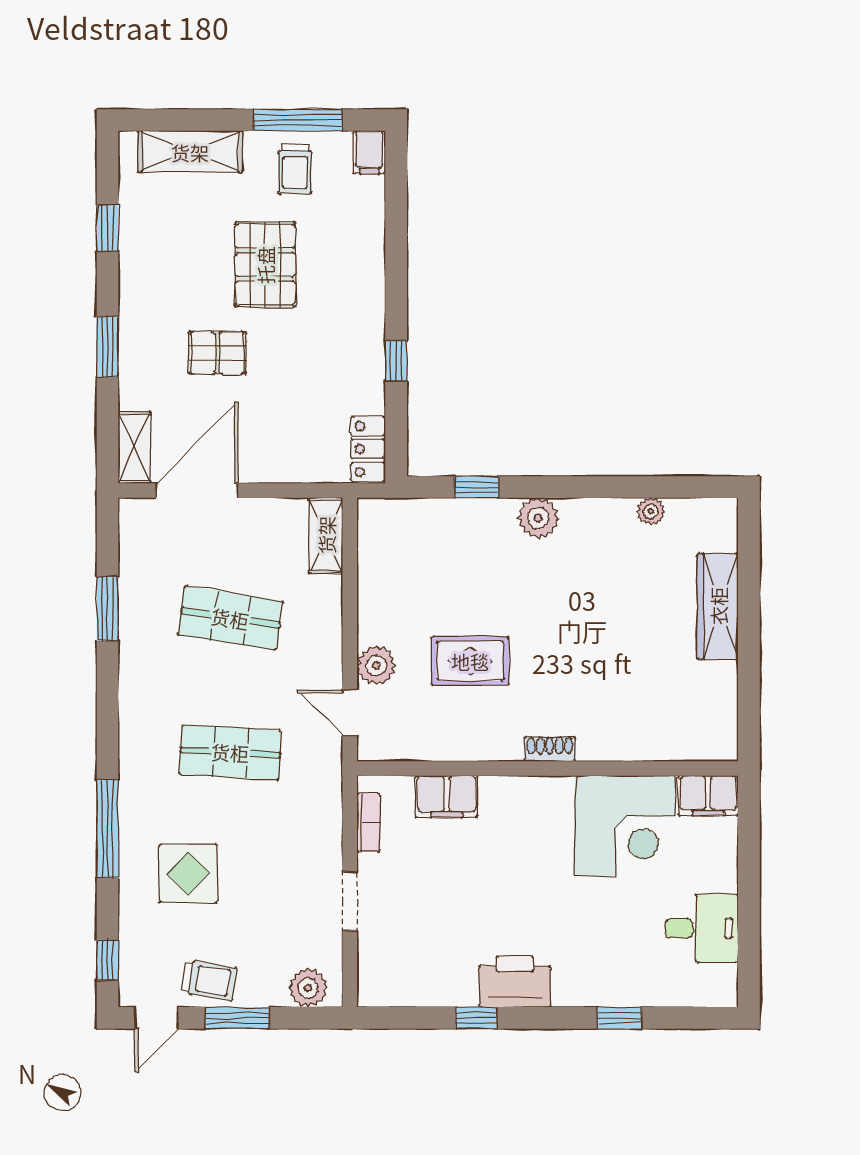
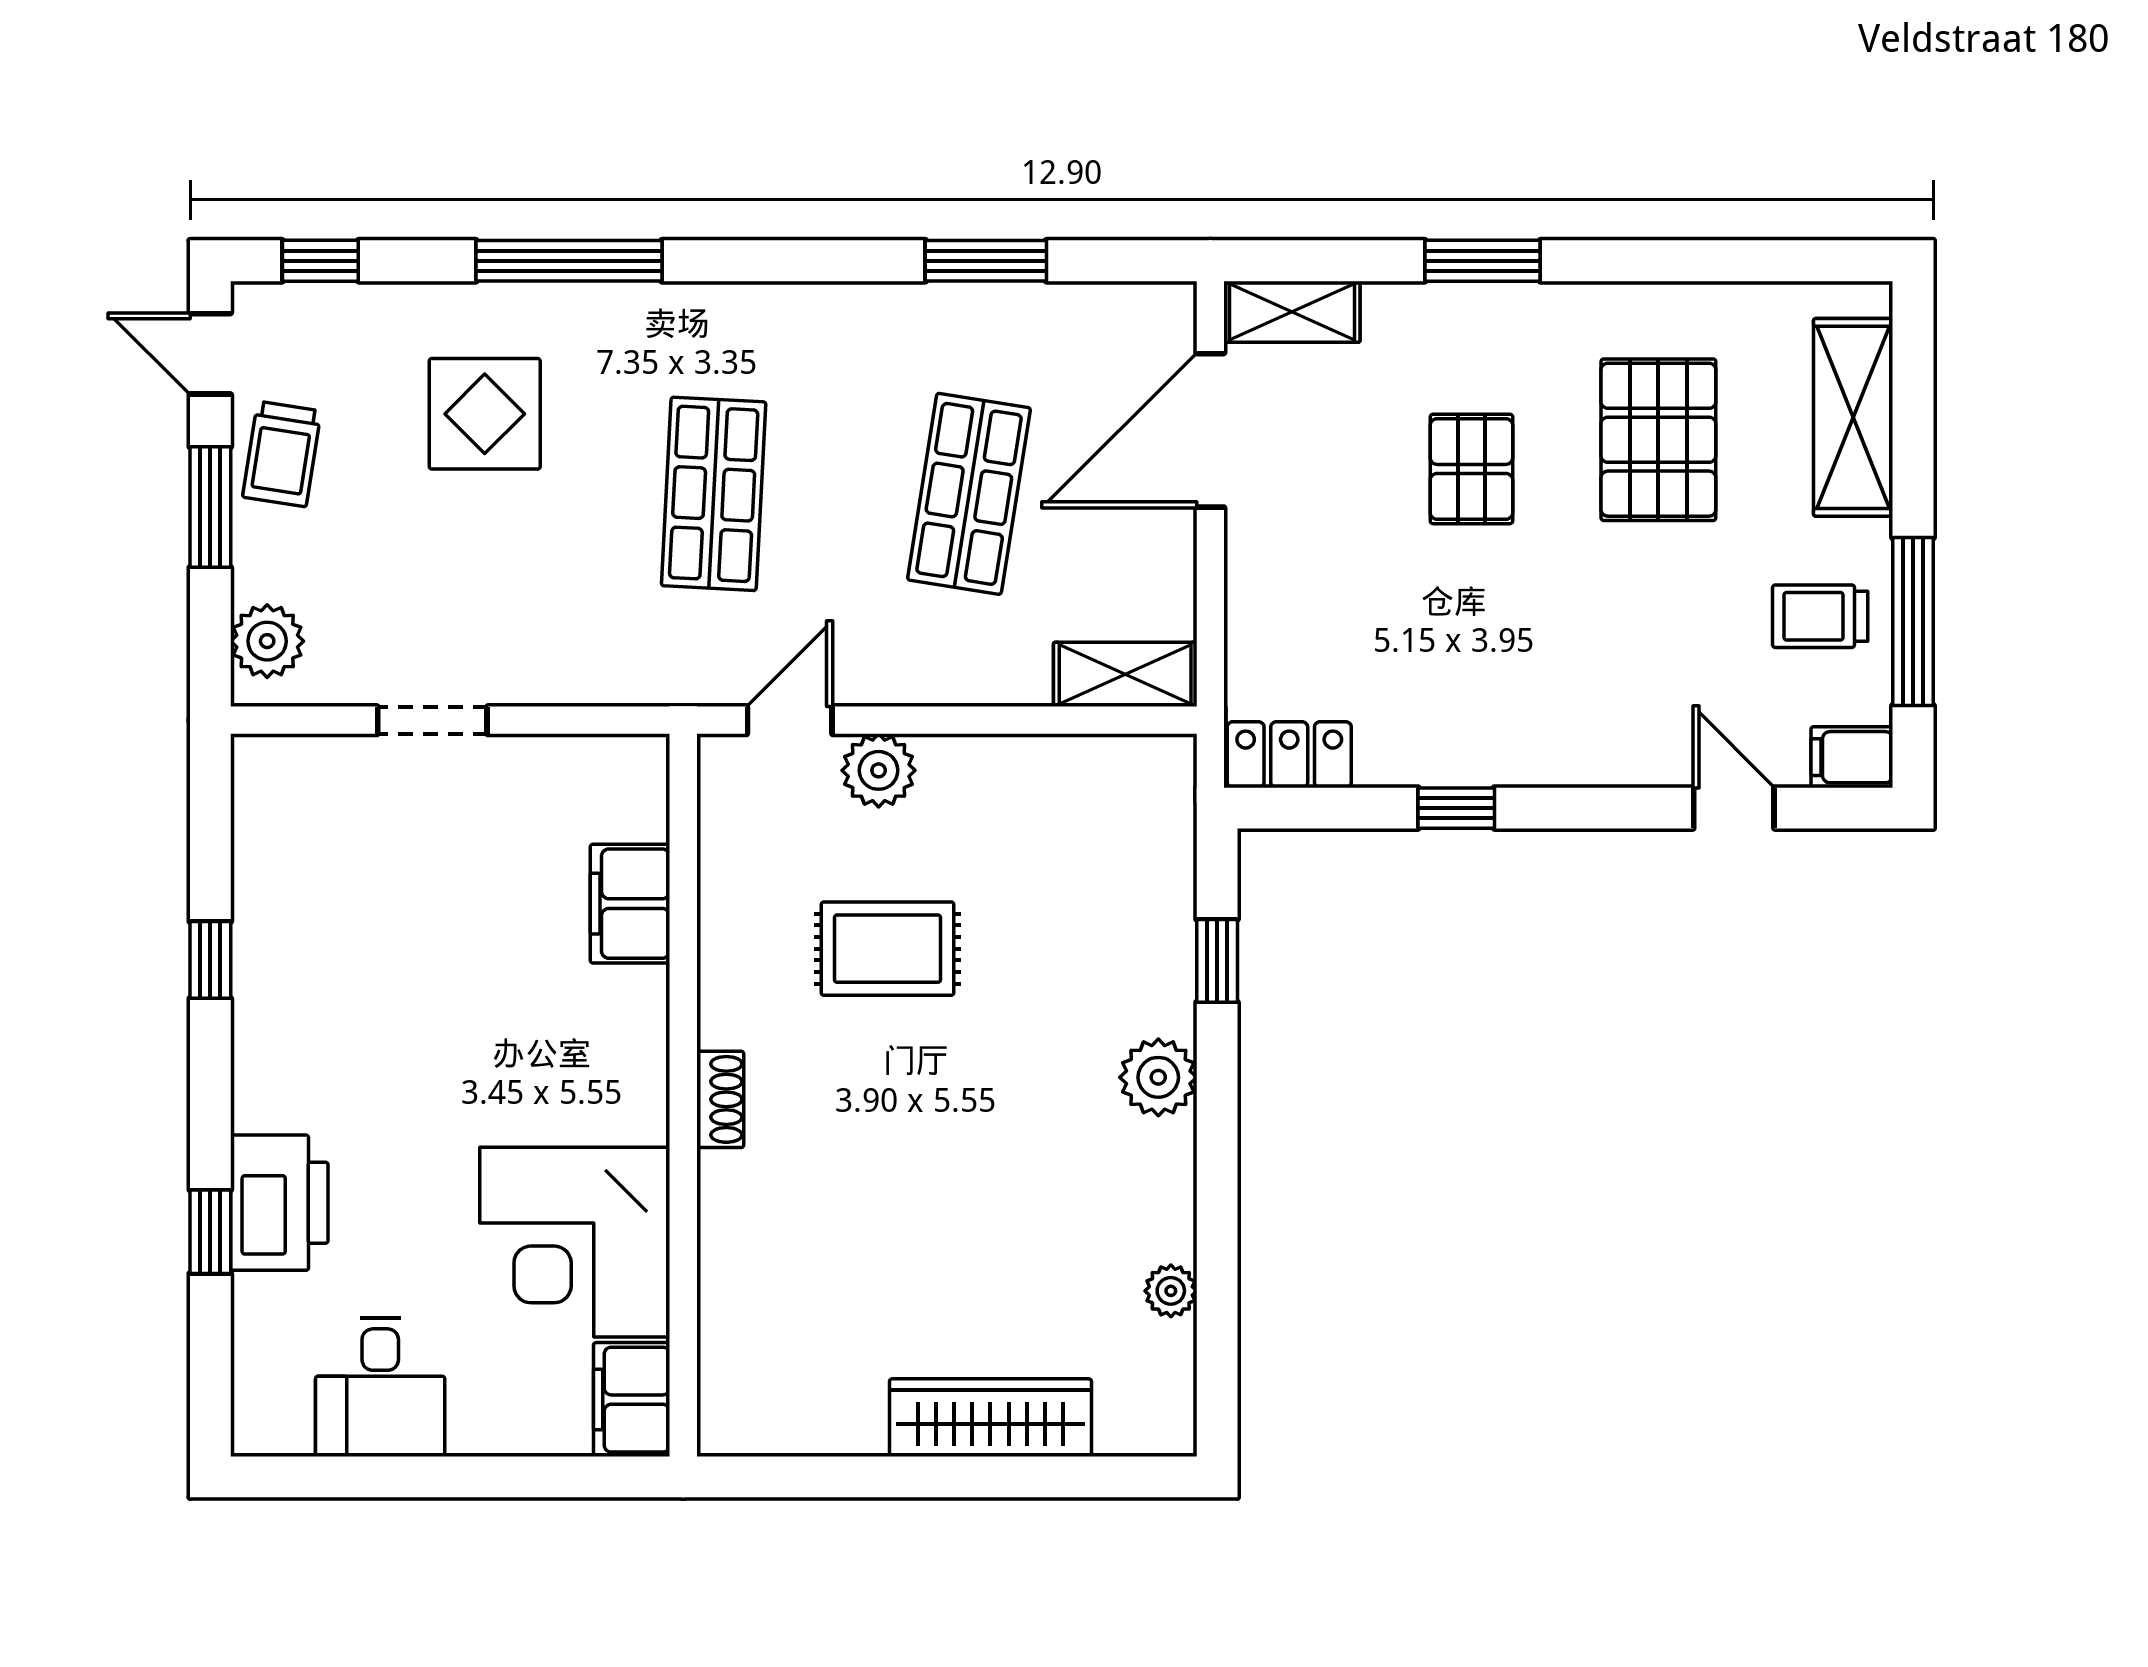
door: (396, 214) -> (1734, 808), added
window: (107, 228) -> (1708, 261), removed
pallet: (265, 265) -> (1658, 440), moved, turned 90
door: (197, 491) -> (1210, 430), swing flipped
rug: (470, 661) -> (887, 949), turned 90
bookcase: (369, 823) -> (581, 756), removed
printer: (515, 982) -> (279, 1203), moved

